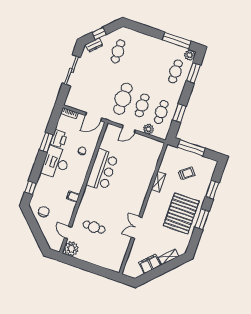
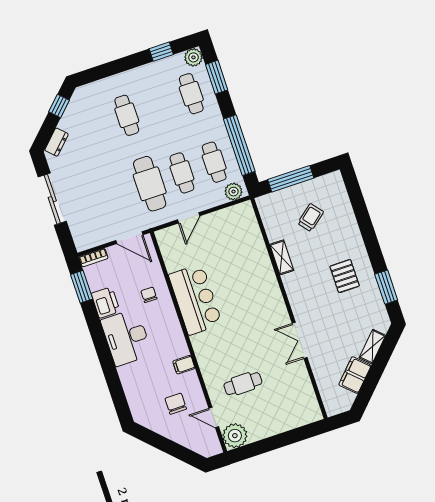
window: (99, 33) -> (59, 106), moved
window: (177, 41) -> (161, 52), width x0.46
cafe table: (118, 51) -> (127, 115), moved
window: (179, 113) -> (239, 145), width x2.11
door: (94, 117) -> (129, 238), hinge flipped
plant: (148, 129) -> (233, 192), moved
window: (46, 142) -> (82, 287), moved
window: (30, 188) -> (118, 396), removed
window: (212, 190) -> (361, 213), removed
chair: (44, 212) -> (176, 404), moved
pallet: (181, 213) -> (345, 276), width x0.49, depth x0.50
window: (202, 219) -> (386, 287), moved

